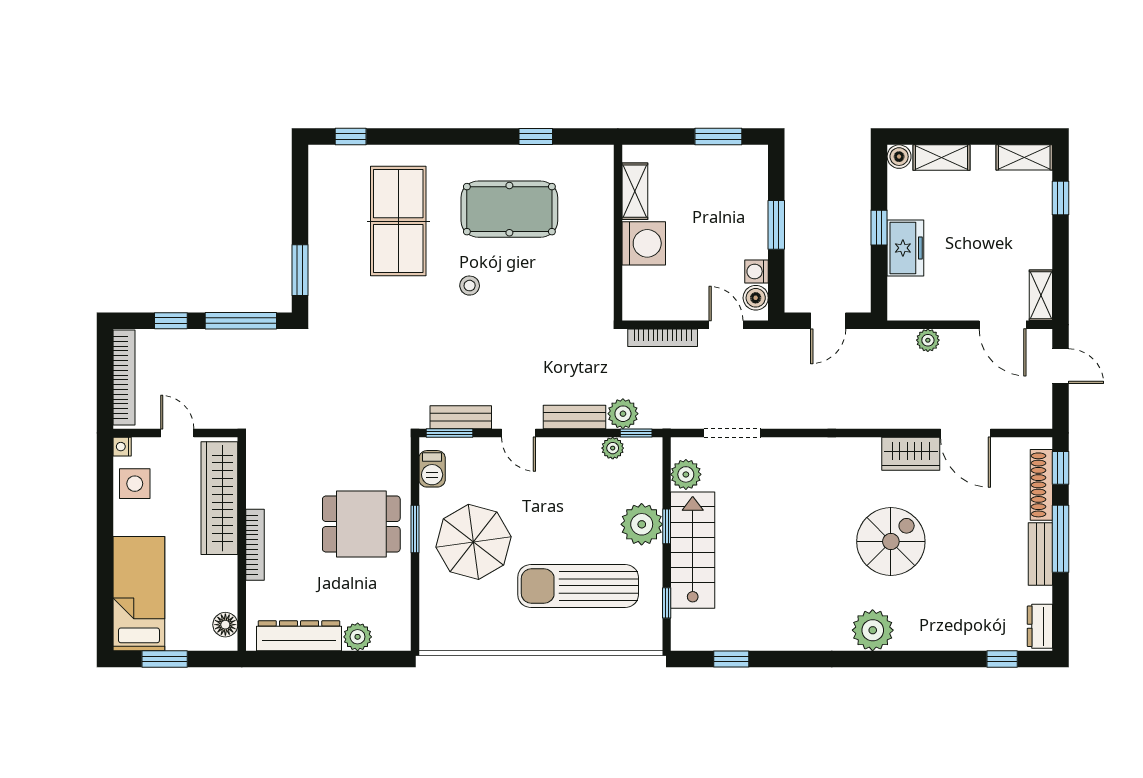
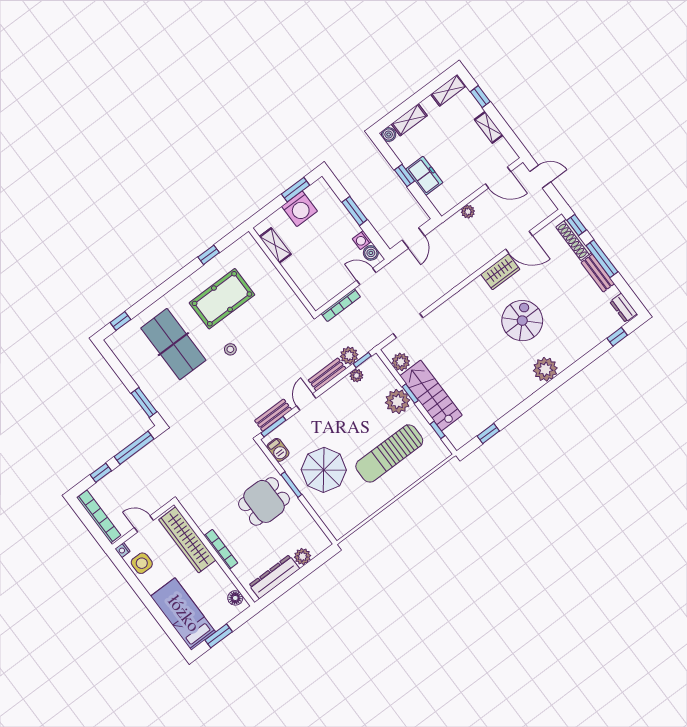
washing machine: (644, 243) -> (299, 209), moved, turned 90
shelving: (1041, 295) -> (489, 127), moved
door: (518, 433) -> (306, 402), swing flipped

